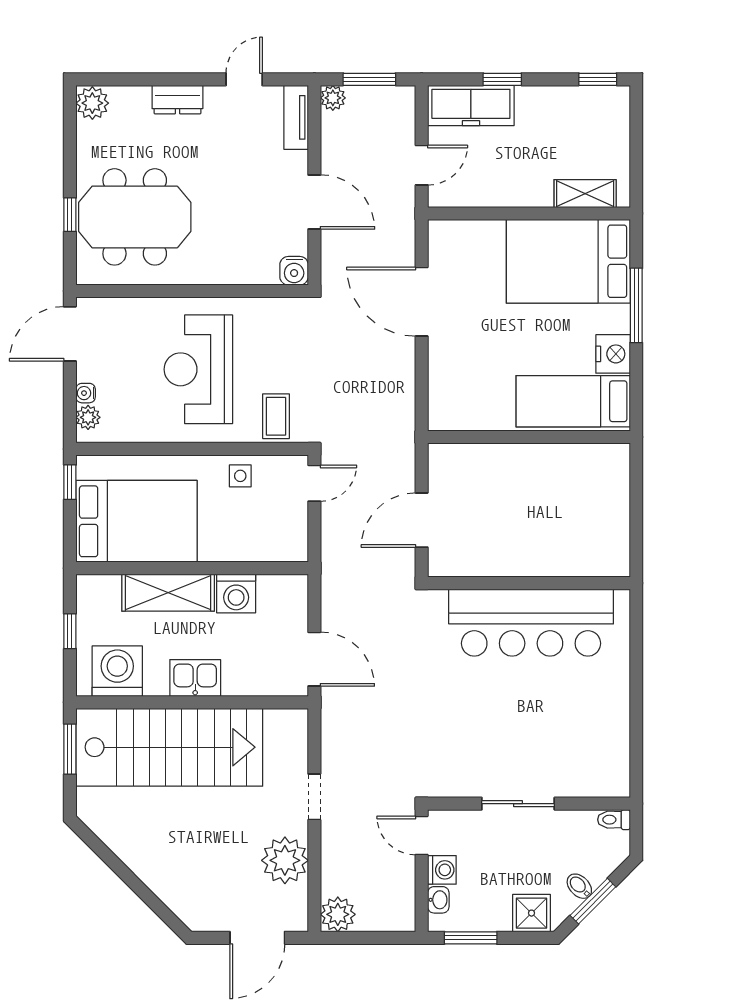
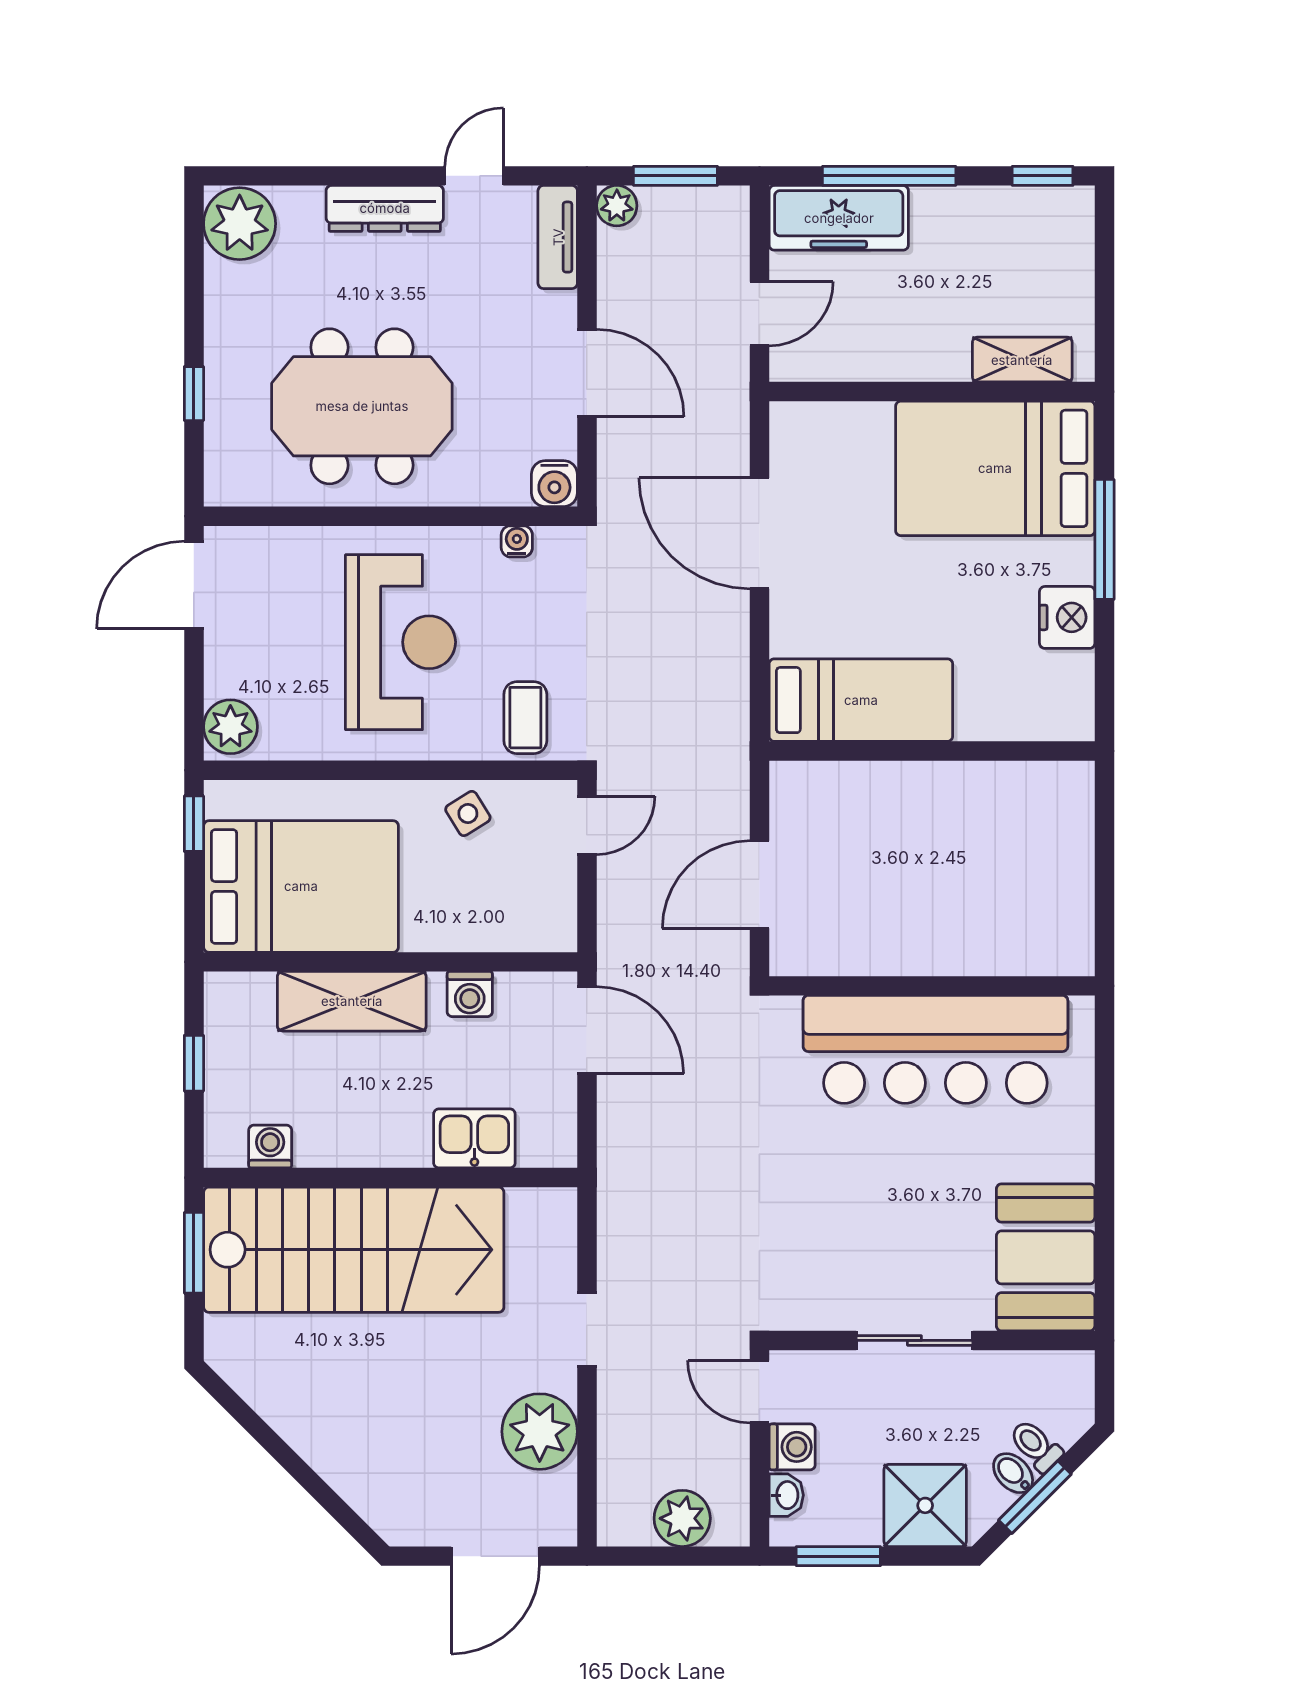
window: (502, 79) -> (889, 176), width x2.17
dresser: (177, 100) -> (385, 208), width x1.44
plant: (92, 103) -> (240, 224), width x1.36, depth x1.36
meeting table: (135, 217) -> (362, 406), moved
reception desk: (198, 369) -> (400, 642), turned 180
water cooler: (86, 393) -> (517, 541), moved, turned 90
bed: (573, 401) -> (861, 700), moved, turned 180
plant: (88, 417) -> (230, 727), width x1.38, depth x1.38
side table: (240, 476) -> (468, 813), turned -32
washing machine: (236, 594) -> (470, 994), width x0.73, depth x0.73
door: (314, 659) -> (587, 1030), moved
washing machine: (117, 671) -> (270, 1147), width x0.53, depth x0.53
kitchen sink: (195, 678) -> (474, 1138), moved
booth: (600, 752) -> (1046, 1257), added
toilet: (614, 820) -> (1036, 1446), moved, turned 45
shower: (531, 913) -> (925, 1505), width x1.36, depth x1.36
plant: (338, 914) -> (682, 1518), moved

